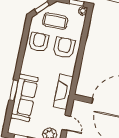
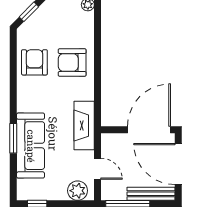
coffee table: (55, 21) -> (52, 27), removed
armchair: (64, 48) -> (72, 63), turned -90

